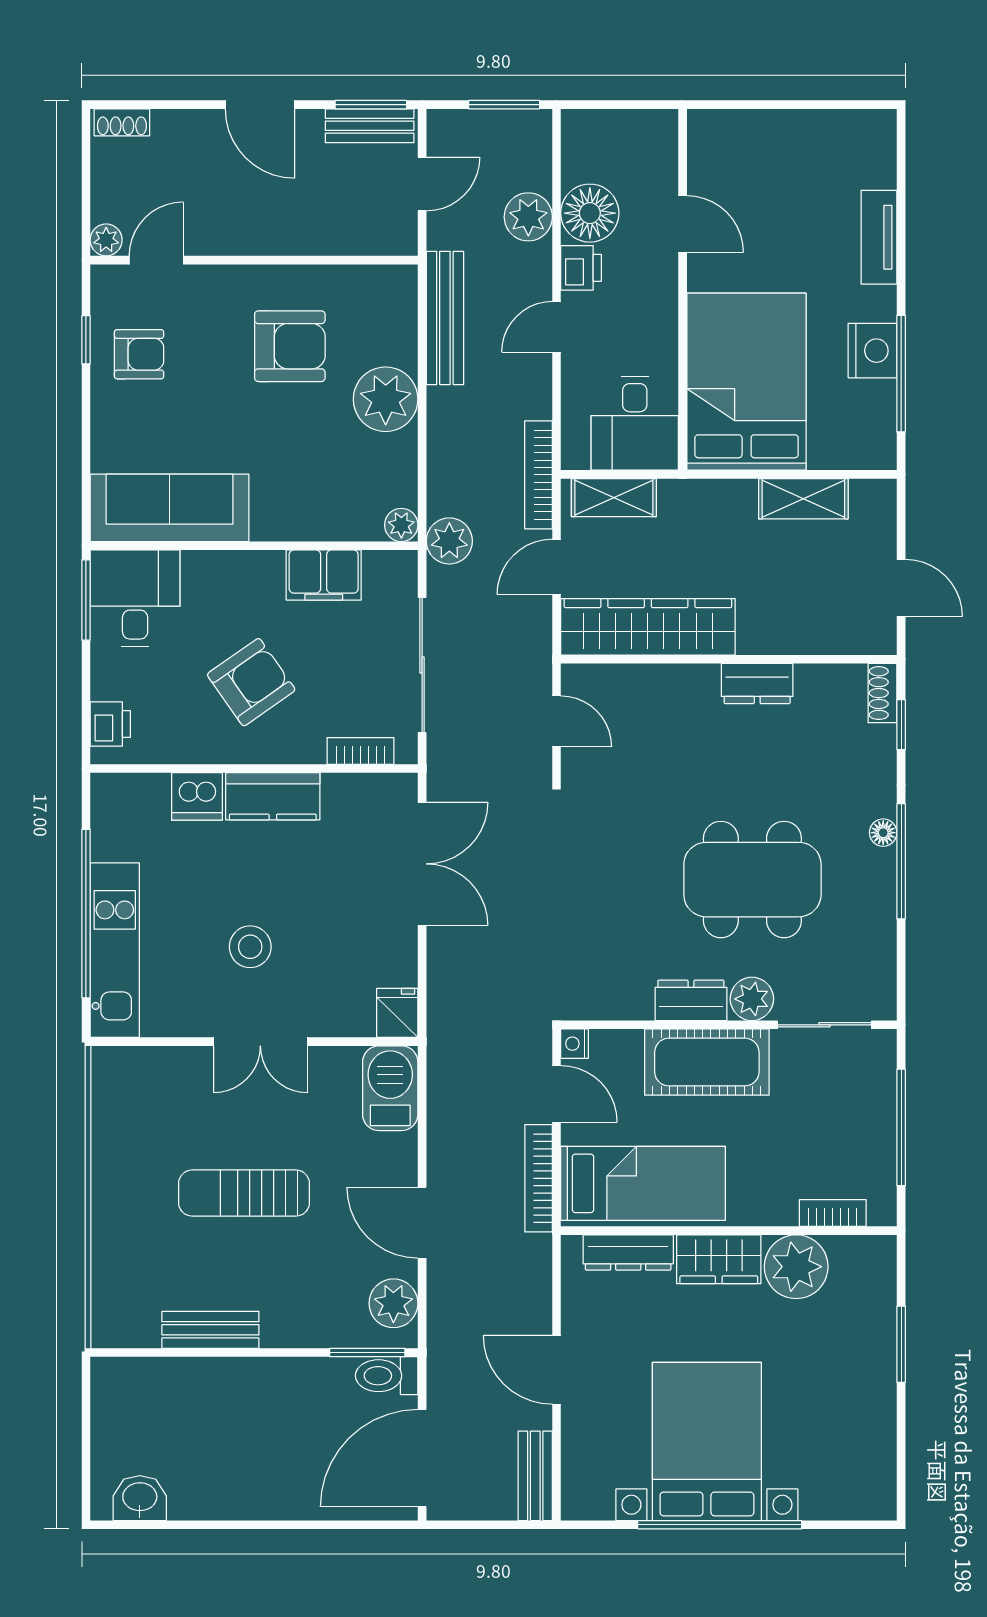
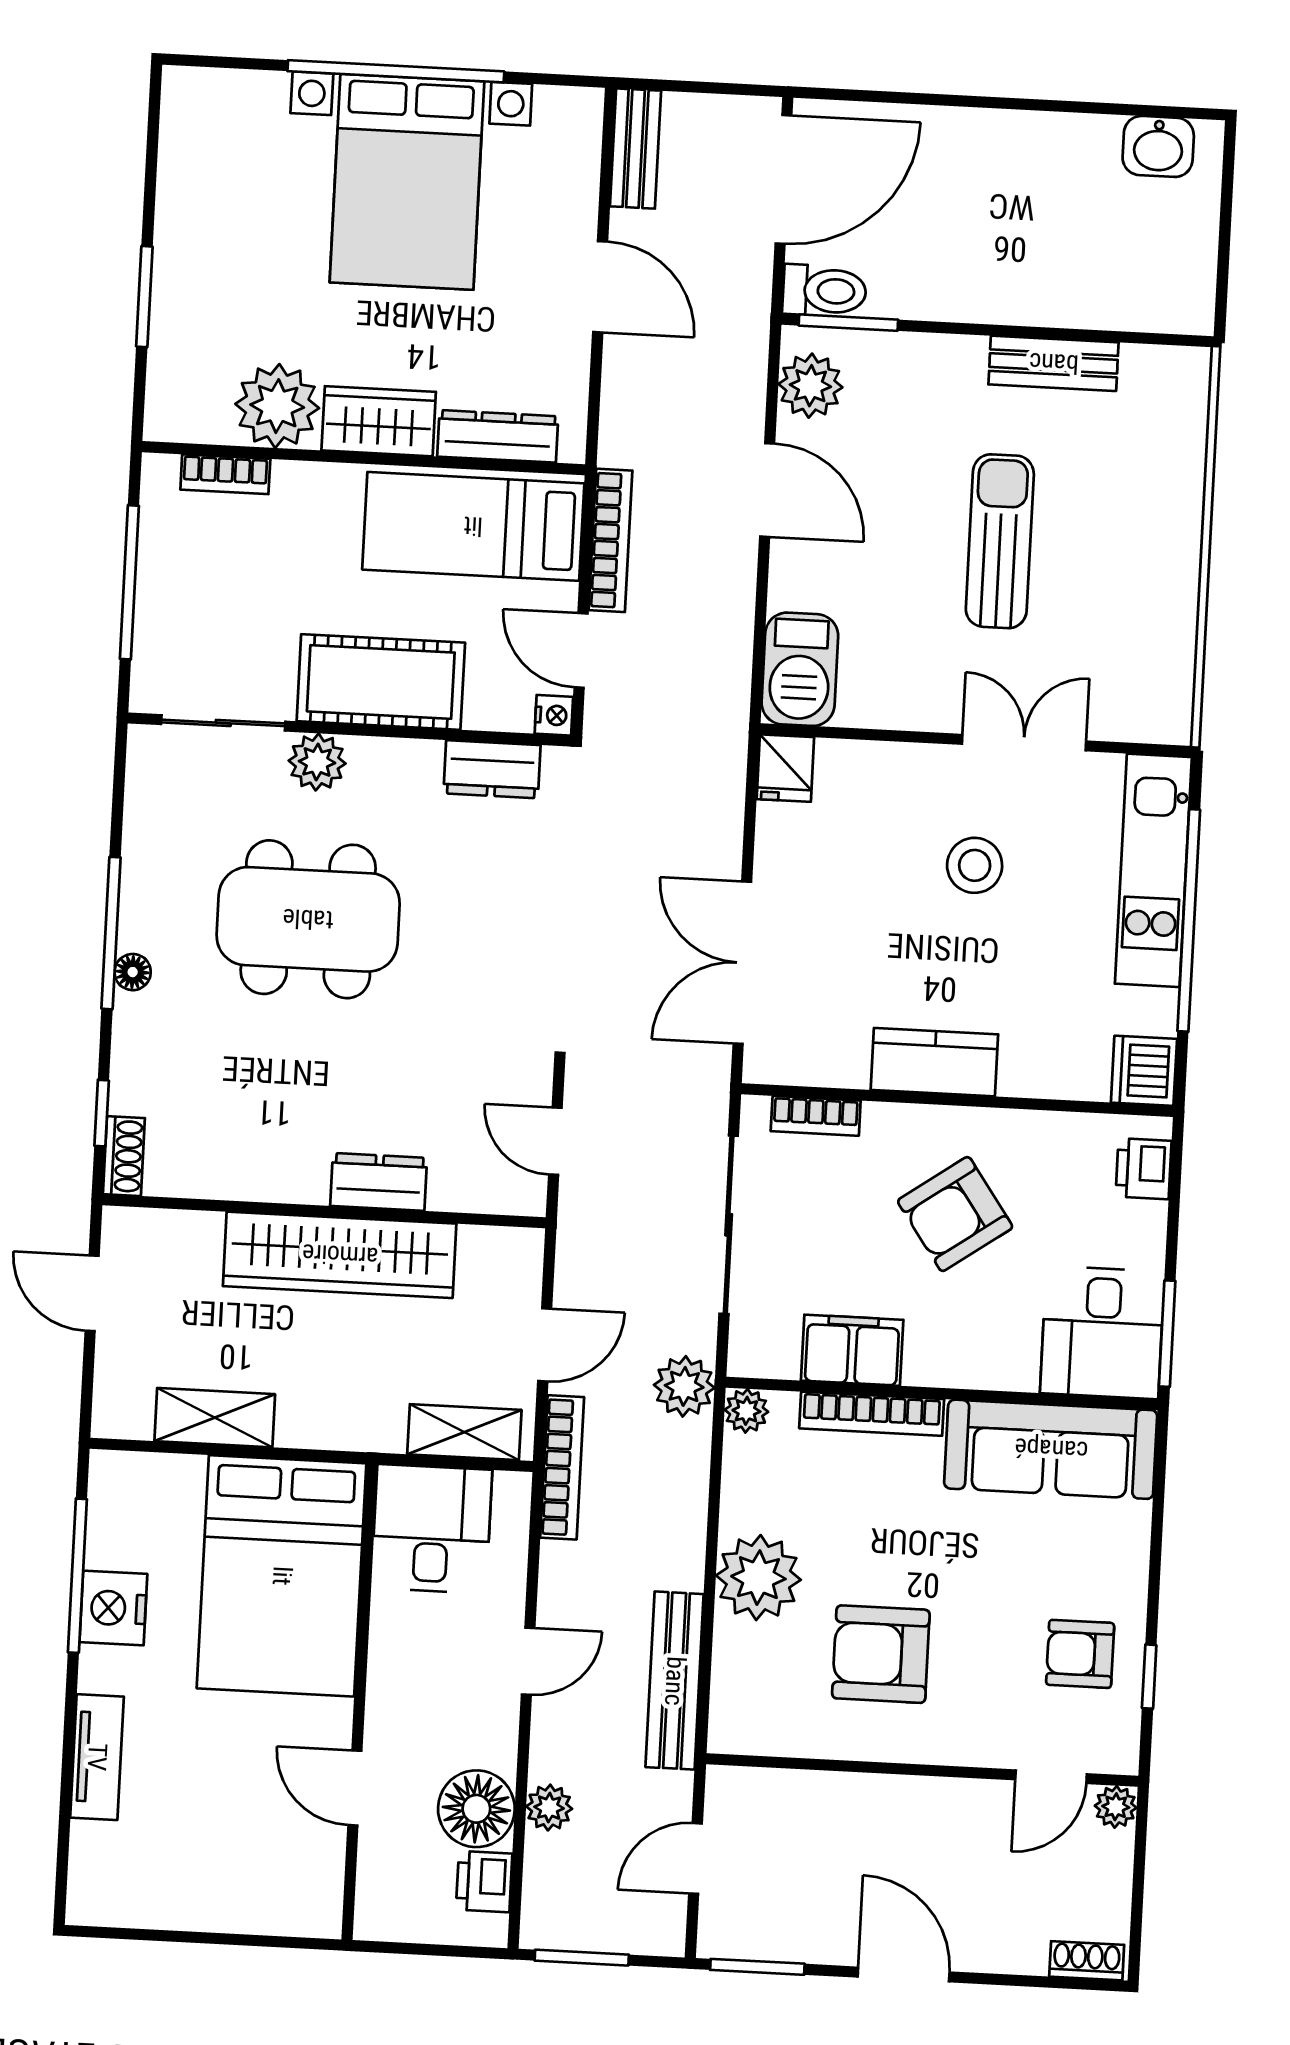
bench: (370, 126) -> (761, 1939), removed
plant: (528, 217) -> (549, 1808), width x0.73, depth x0.73
printer: (581, 268) -> (484, 1882), moved
bookcase: (306, 528) -> (872, 1414), added
wardrobe: (648, 627) -> (340, 1255), moved
dresser: (757, 684) -> (379, 1182), moved
dishwasher: (197, 796) -> (1144, 1071), moved, turned -90
dresser: (691, 1000) -> (492, 769), moved
double door: (260, 1042) -> (1024, 743), moved
sun lounger: (244, 1193) -> (1000, 541), turned -90

